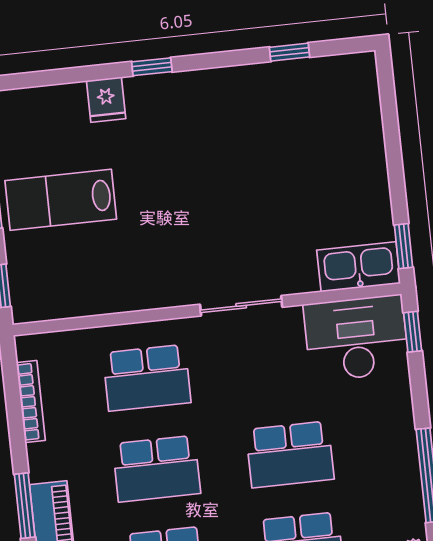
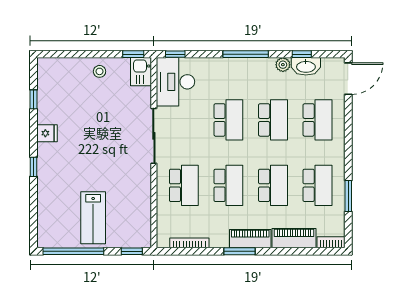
fridge: (106, 100) -> (47, 133), moved
stool: (361, 181) -> (100, 71), added
kitchen sink: (359, 267) -> (141, 72), width x0.73
sliding door: (241, 306) -> (154, 136), width x1.37

